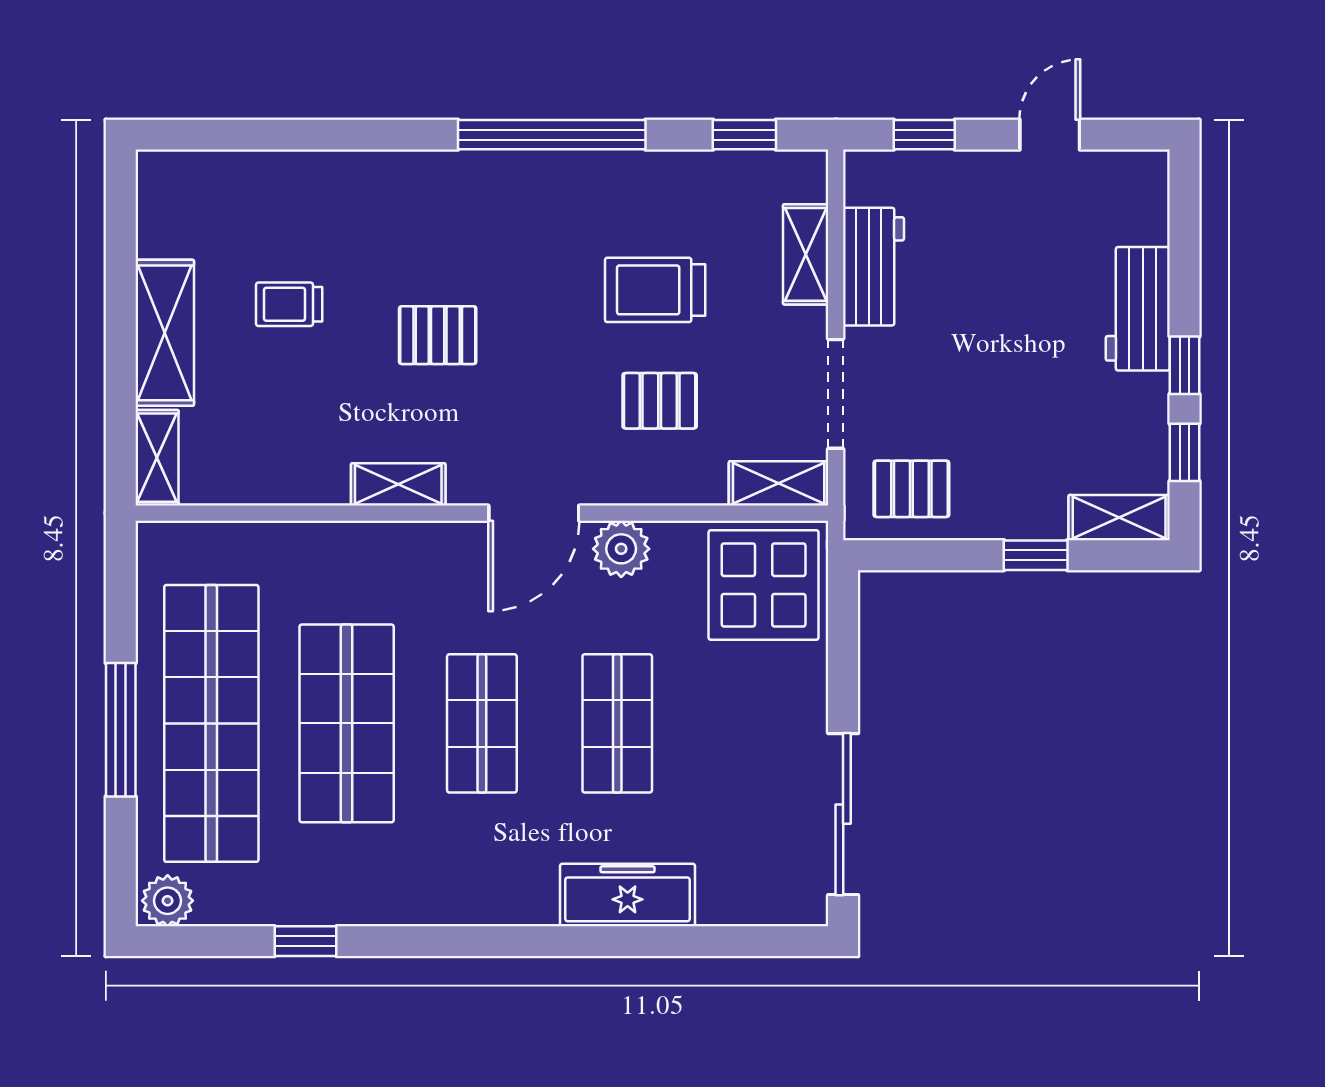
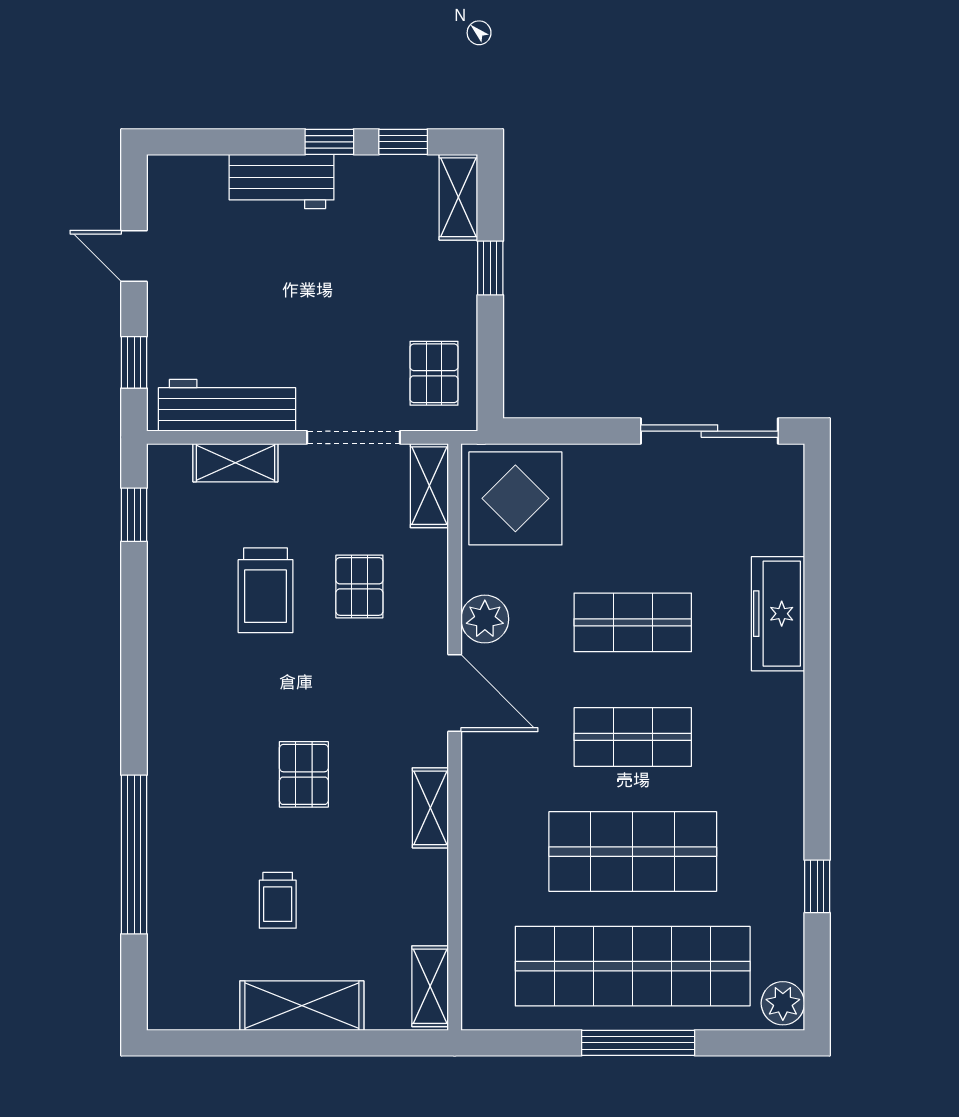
window: (552, 135) -> (134, 855), moved
workbench: (874, 267) -> (227, 405), width x1.37
shelving: (157, 458) -> (430, 986), moved, turned 90

